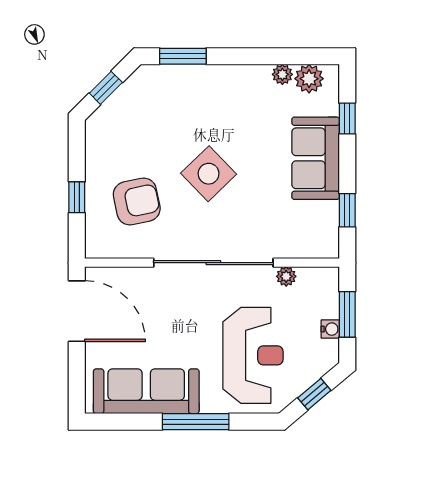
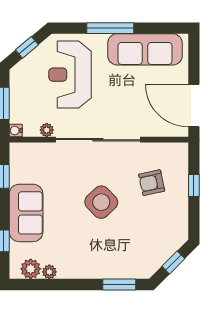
armchair: (137, 201) -> (152, 183), width x0.72, depth x0.72
water cooler: (330, 329) -> (16, 131), moved

